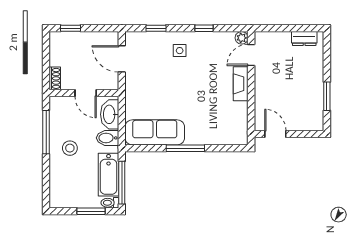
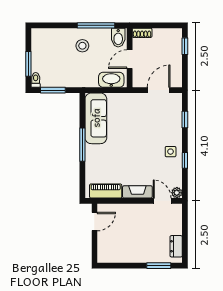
side table: (180, 51) -> (171, 152), moved
window: (327, 96) -> (159, 266), moved
piano: (240, 121) -> (106, 191), added
bidet: (108, 138) -> (118, 38), moved, turned 180
bathtub: (109, 175) -> (60, 79), removed
window: (122, 183) -> (53, 90), width x0.69

